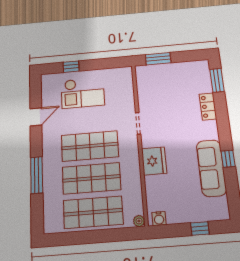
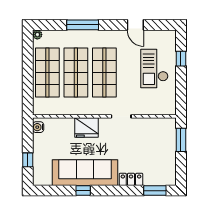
sofa: (211, 168) -> (85, 173), width x1.36, depth x1.27
plant: (139, 221) -> (37, 35), moved

